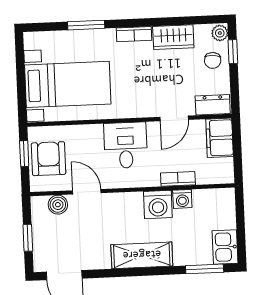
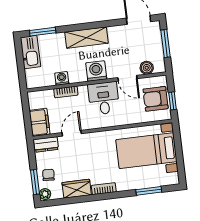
window: (86, 25) -> (149, 191), moved
window: (233, 52) -> (35, 182), width x1.50
desk: (126, 145) -> (104, 98), moved, turned 180
armchair: (49, 159) -> (156, 99), turned 90
washing machine: (158, 205) -> (96, 71), moved
window: (28, 238) -> (165, 43), width x1.50
kitchen sink: (225, 247) -> (30, 52), width x1.38

